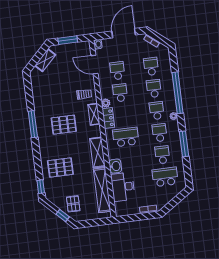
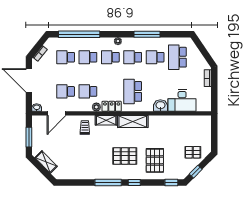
window: (178, 93) -> (79, 34), moved
pallet: (64, 125) -> (125, 156), moved, turned 90
window: (36, 150) -> (134, 182), added
shelving: (97, 152) -> (133, 122), moved
shelving: (102, 190) -> (183, 122), removed
window: (63, 216) -> (196, 172), moved

